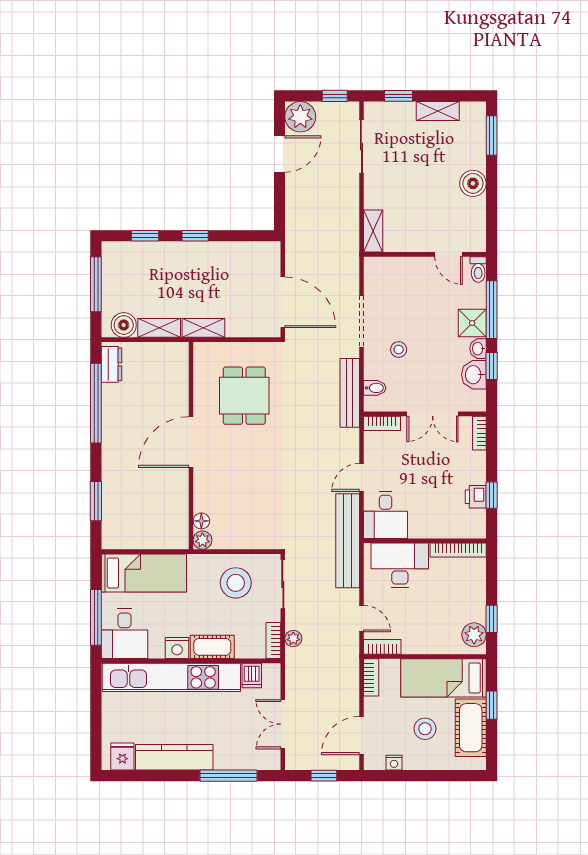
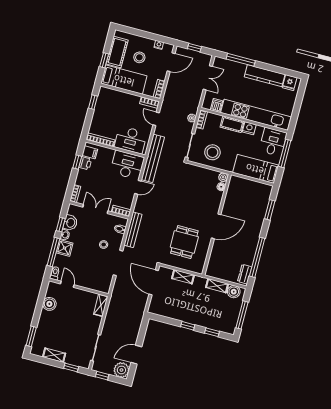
boiler: (473, 183) -> (49, 304), moved
shelving: (203, 328) -> (183, 277), moved
desk: (386, 515) -> (127, 165), width x1.37
filing cabinet: (472, 520) -> (90, 152), added
plant: (474, 635) -> (104, 97), removed

